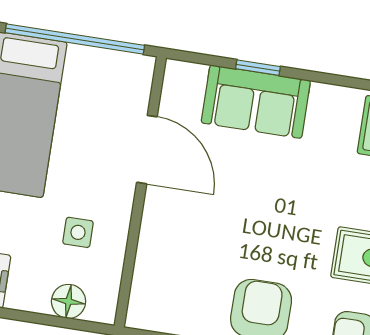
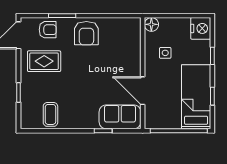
sofa: (256, 102) -> (120, 117), moved
floor lamp: (69, 301) -> (151, 24), moved

